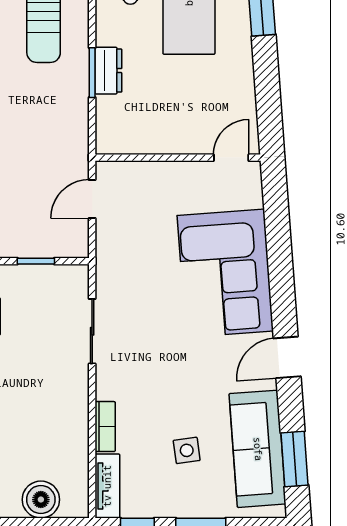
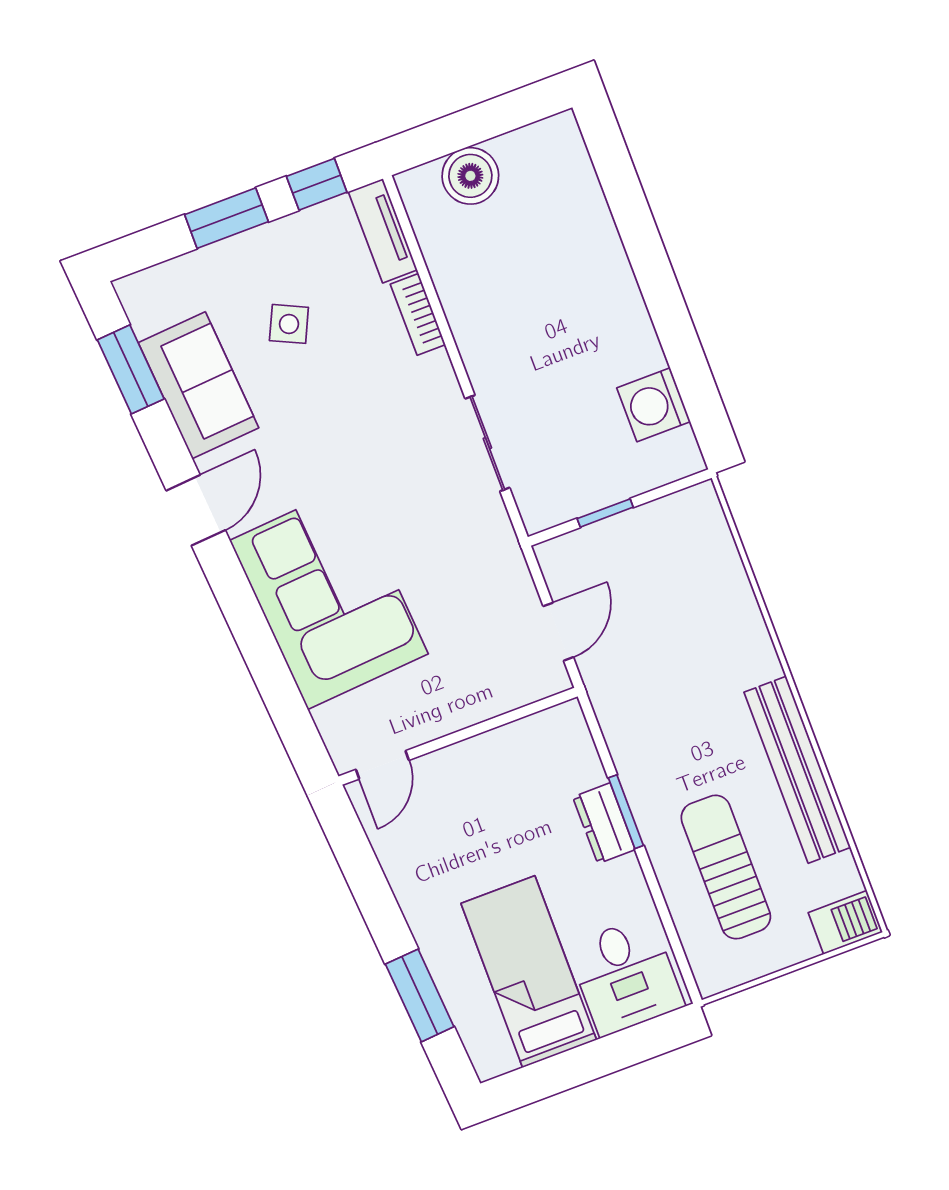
sofa: (258, 449) -> (199, 385), width x0.73
side table: (187, 450) -> (289, 324), turned 33

